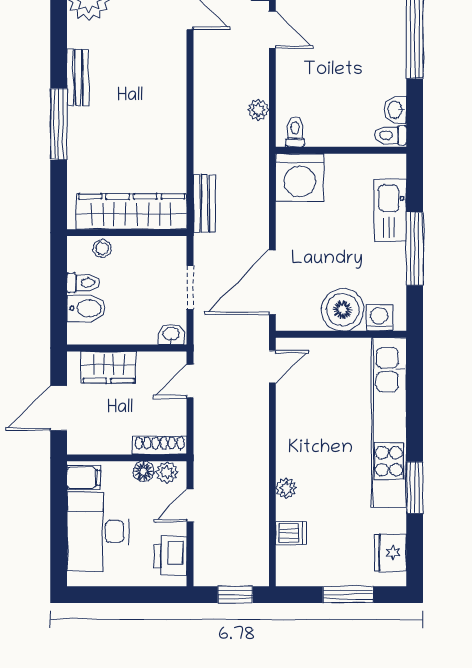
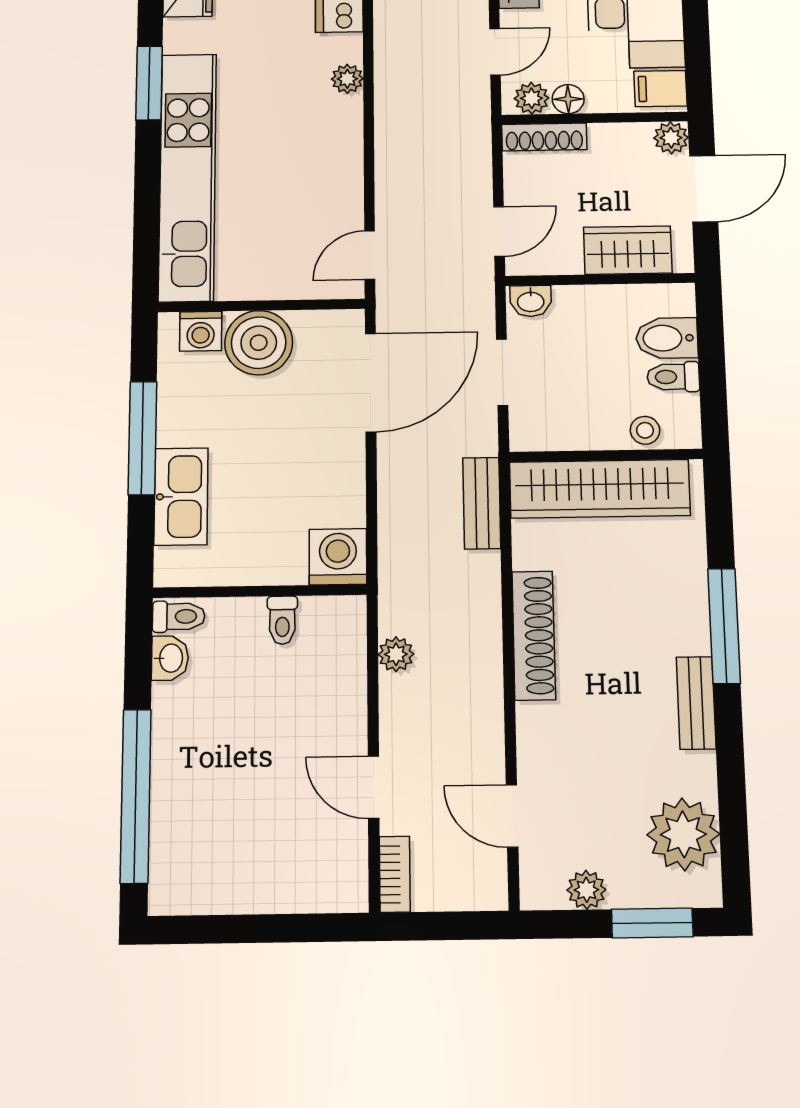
shoe rack: (174, 120) -> (534, 635), added
toilet: (295, 132) -> (282, 620), moved
washing machine: (300, 178) -> (338, 557), width x0.73, depth x0.73
plant: (78, 443) -> (671, 138), added

